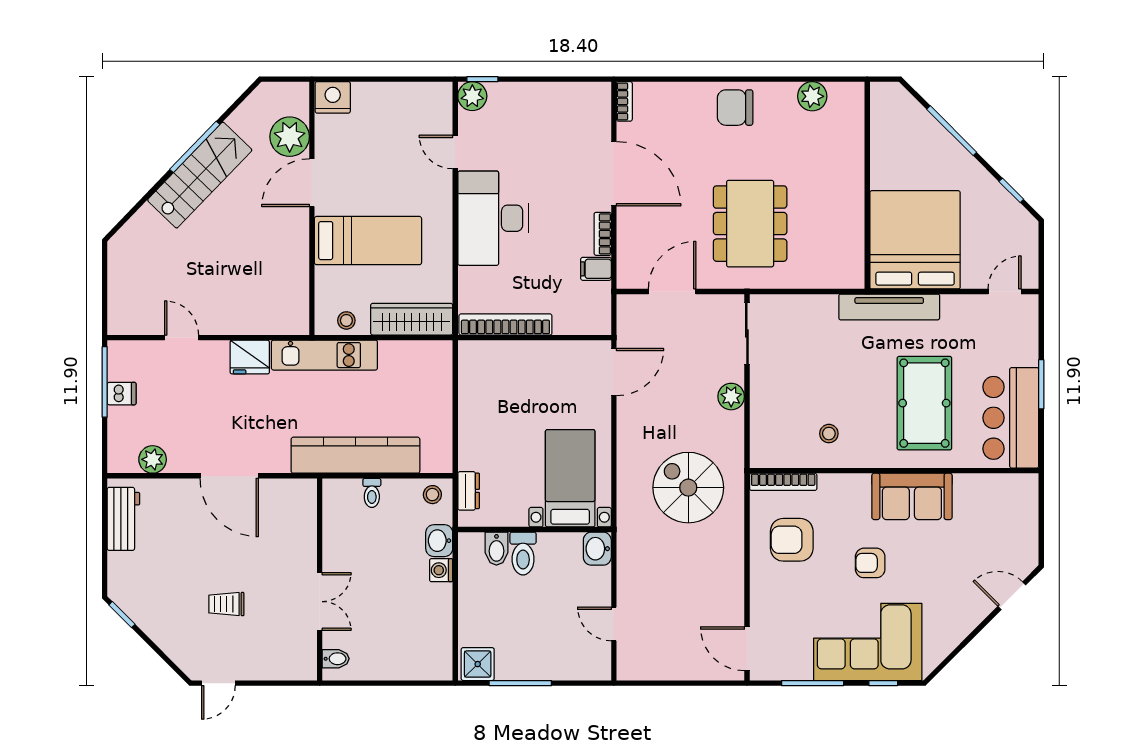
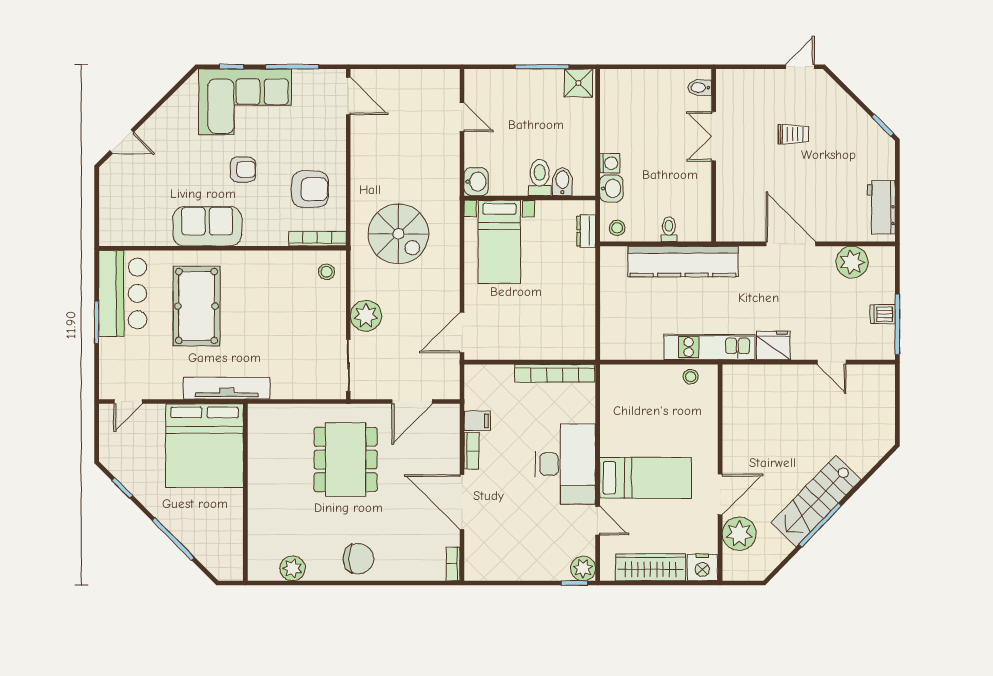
bed: (368, 241) -> (646, 478), moved, turned 180
wardrobe: (412, 319) -> (651, 567), moved, turned 180
plant: (731, 397) -> (366, 316), width x1.36, depth x1.36
stool: (829, 434) -> (327, 272), moved
plant: (153, 459) -> (852, 262), width x1.36, depth x1.36

